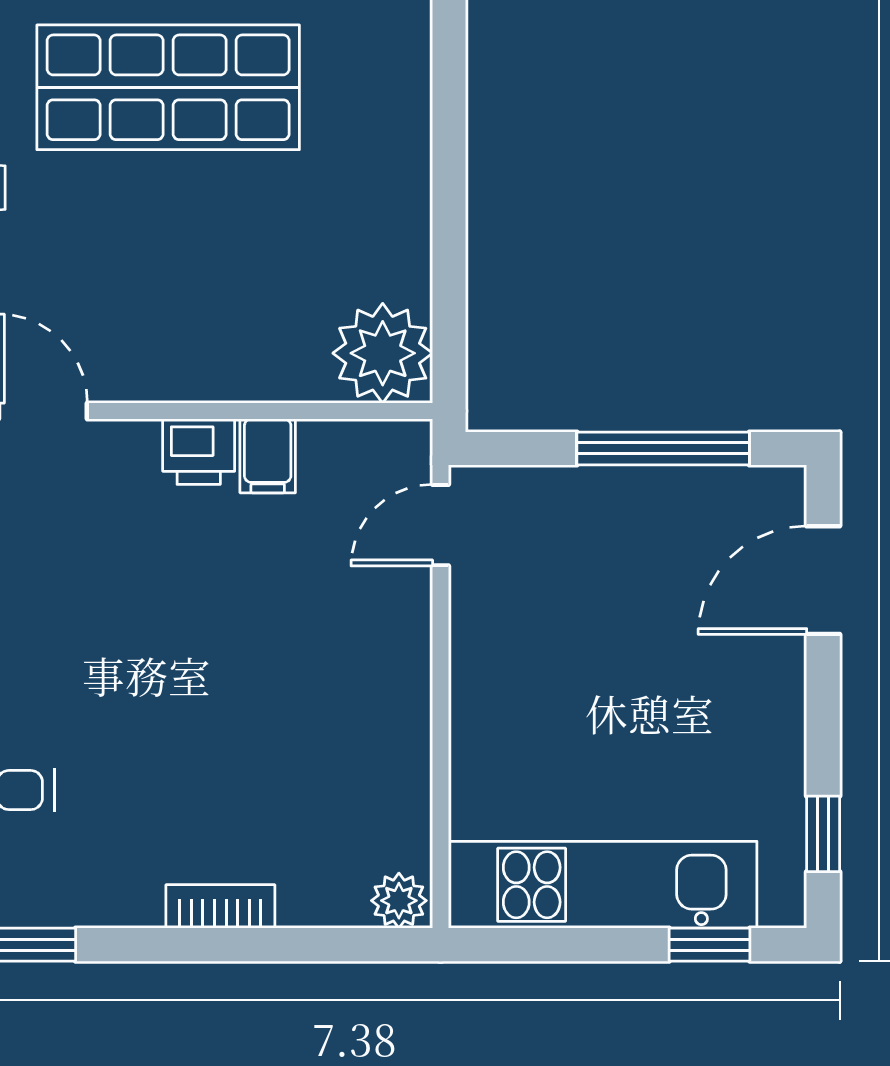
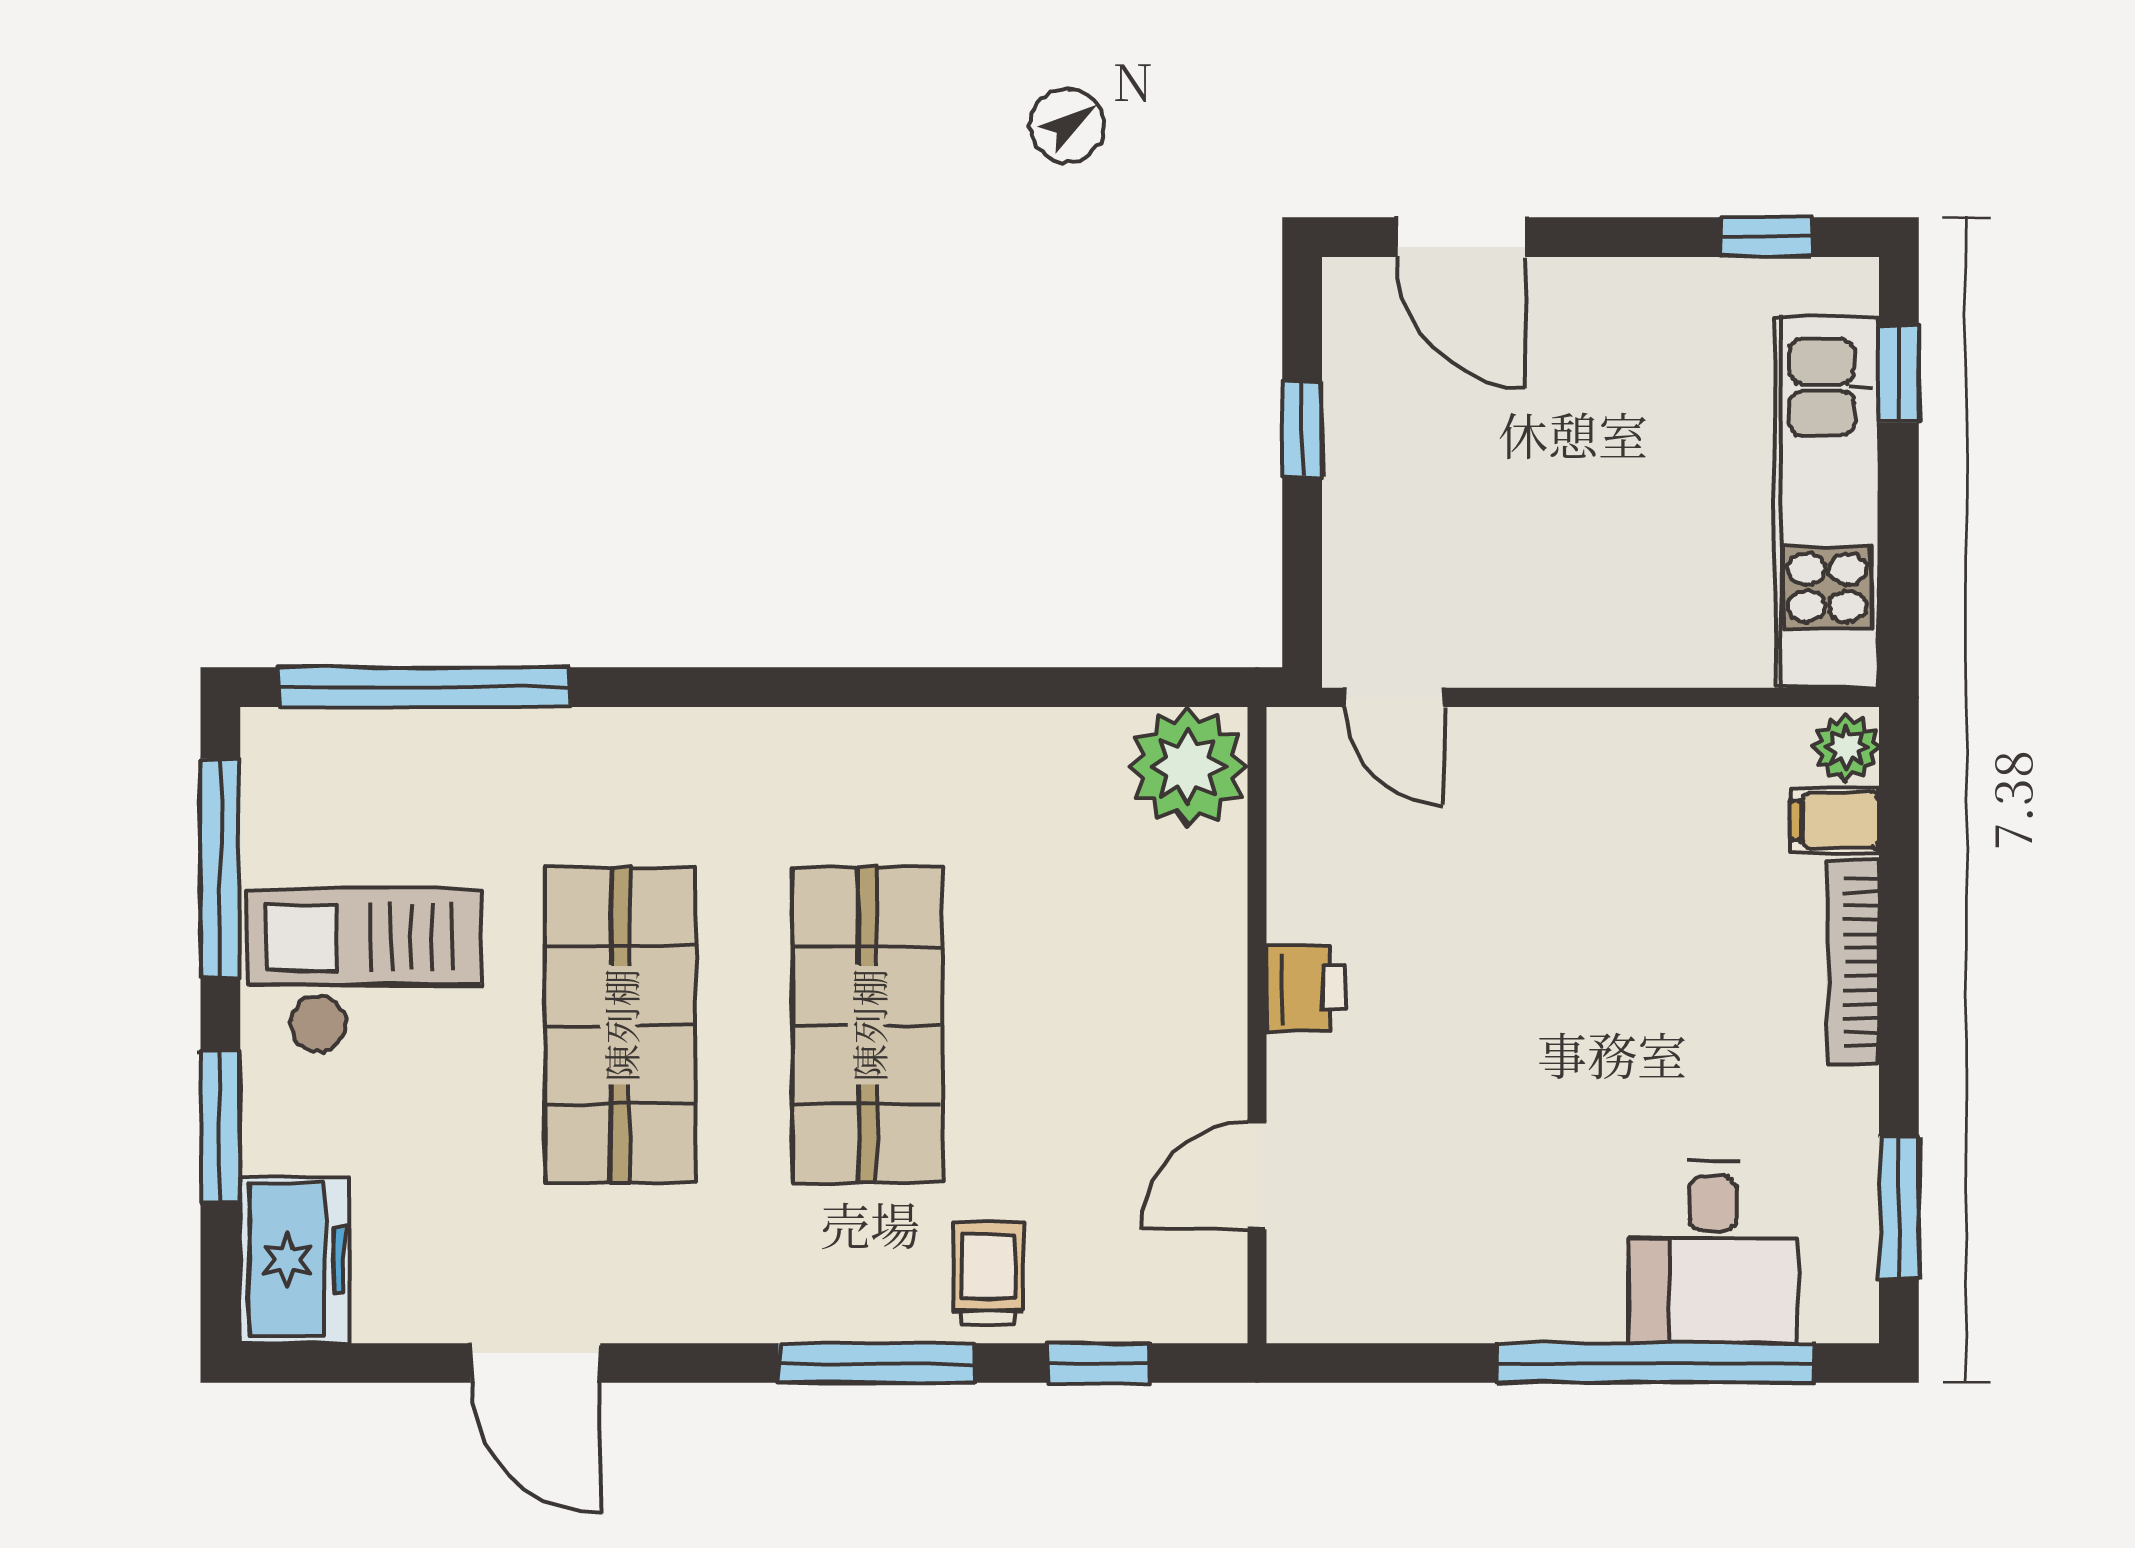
window: (663, 448) -> (1302, 430), width x0.46
filing cabinet: (268, 456) -> (1835, 820), moved, turned 180
bookcase: (220, 906) -> (1853, 962), width x1.56

